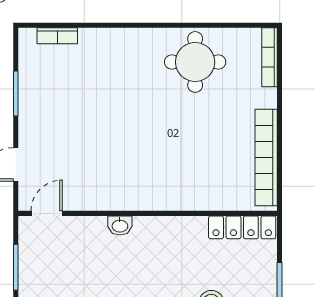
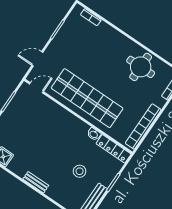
shop shelf: (142, 174) -> (87, 98), added
washbasin: (120, 226) -> (94, 134), moved

